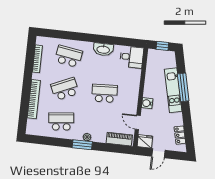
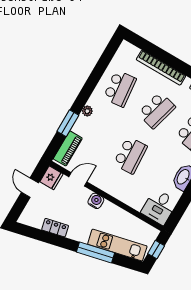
school desk: (65, 89) -> (157, 110), turned 39
kitchen unit: (173, 90) -> (117, 245), moved
locker: (180, 135) -> (55, 228), moved
window: (82, 145) -> (68, 123), moved

